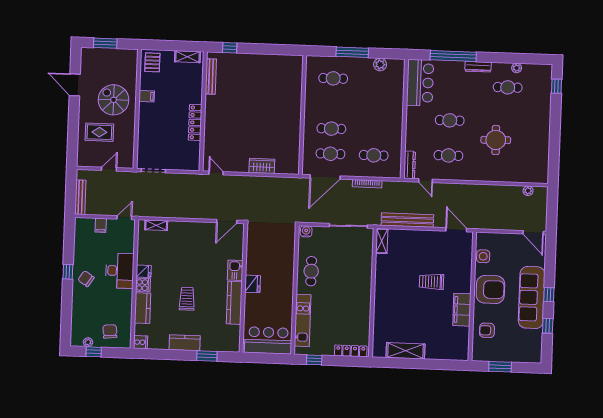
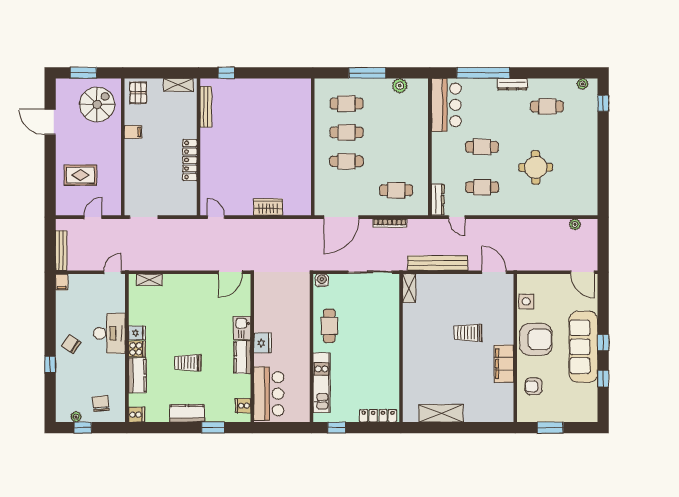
plant: (517, 68) -> (582, 84), moved
spiral stairs: (114, 100) -> (97, 104), moved, turned 90
cafe table: (330, 154) -> (346, 132), moved
filing cabinet: (101, 225) -> (62, 282), moved
window: (68, 272) -> (50, 364), moved
trolley: (187, 299) -> (188, 363), turned -90
kitchen counter: (234, 303) -> (242, 357), width x0.67
cooker: (234, 338) -> (243, 406), added
bar counter: (268, 340) -> (269, 394), moved, turned 90

